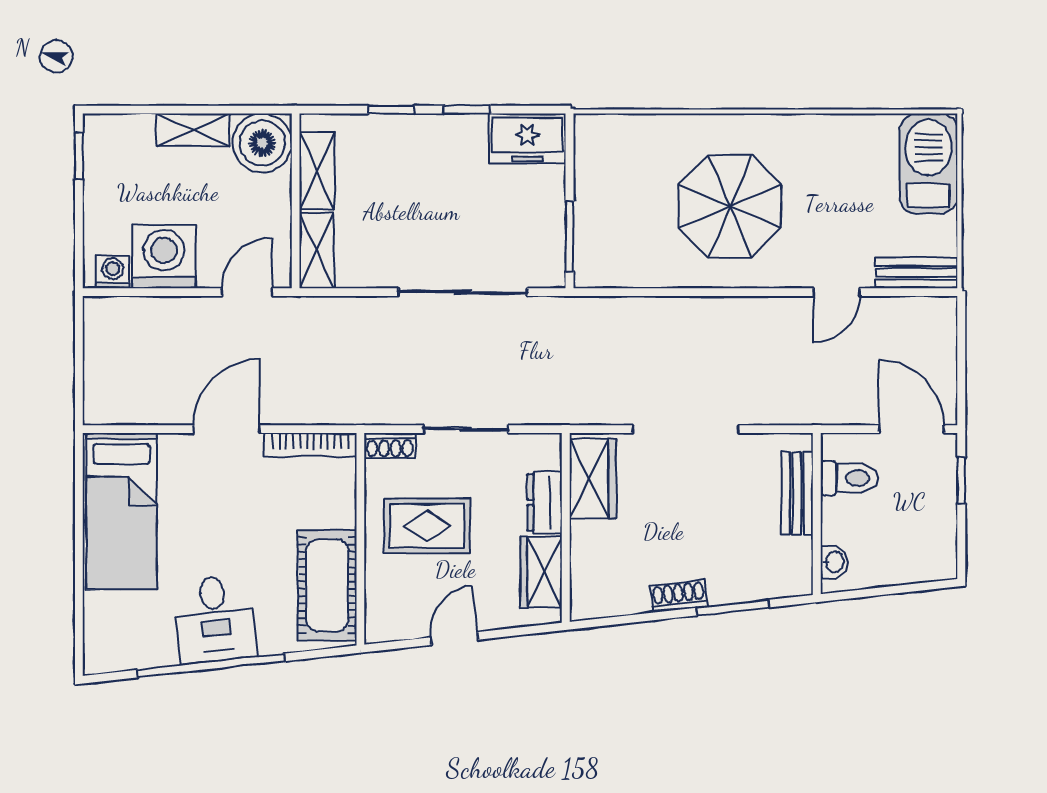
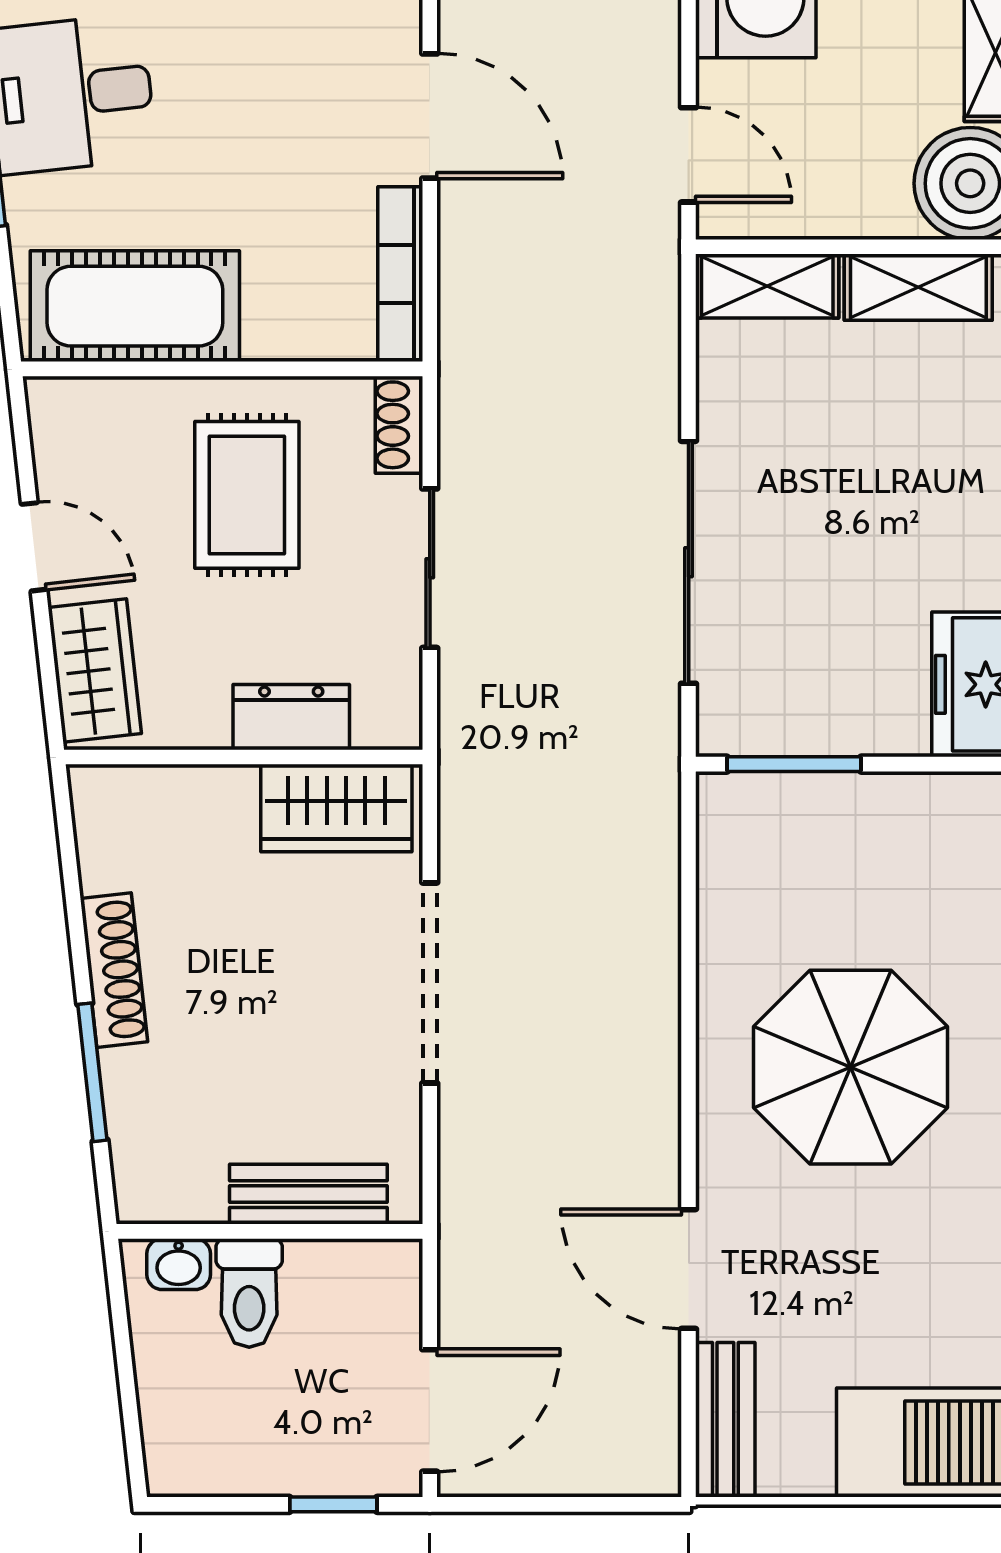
door: (837, 292) -> (689, 1269), width x1.37
toilet: (849, 478) -> (249, 1293), moved
wardrobe: (541, 572) -> (95, 670), moved, turned 84
shoe rack: (679, 596) -> (114, 970), width x1.43

